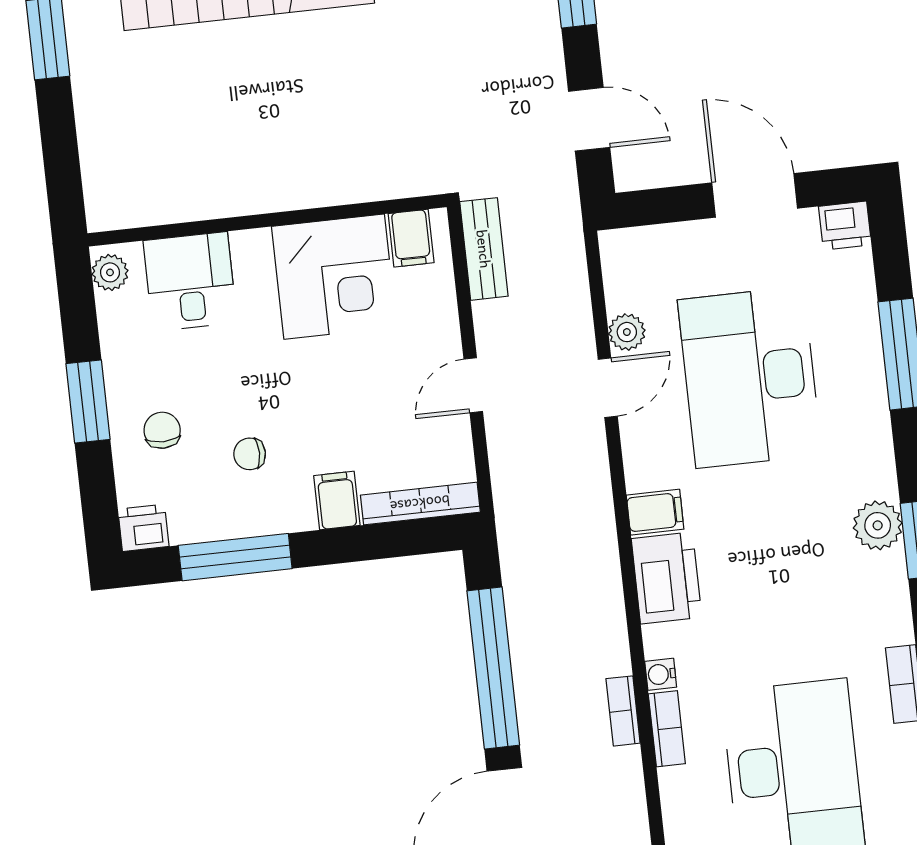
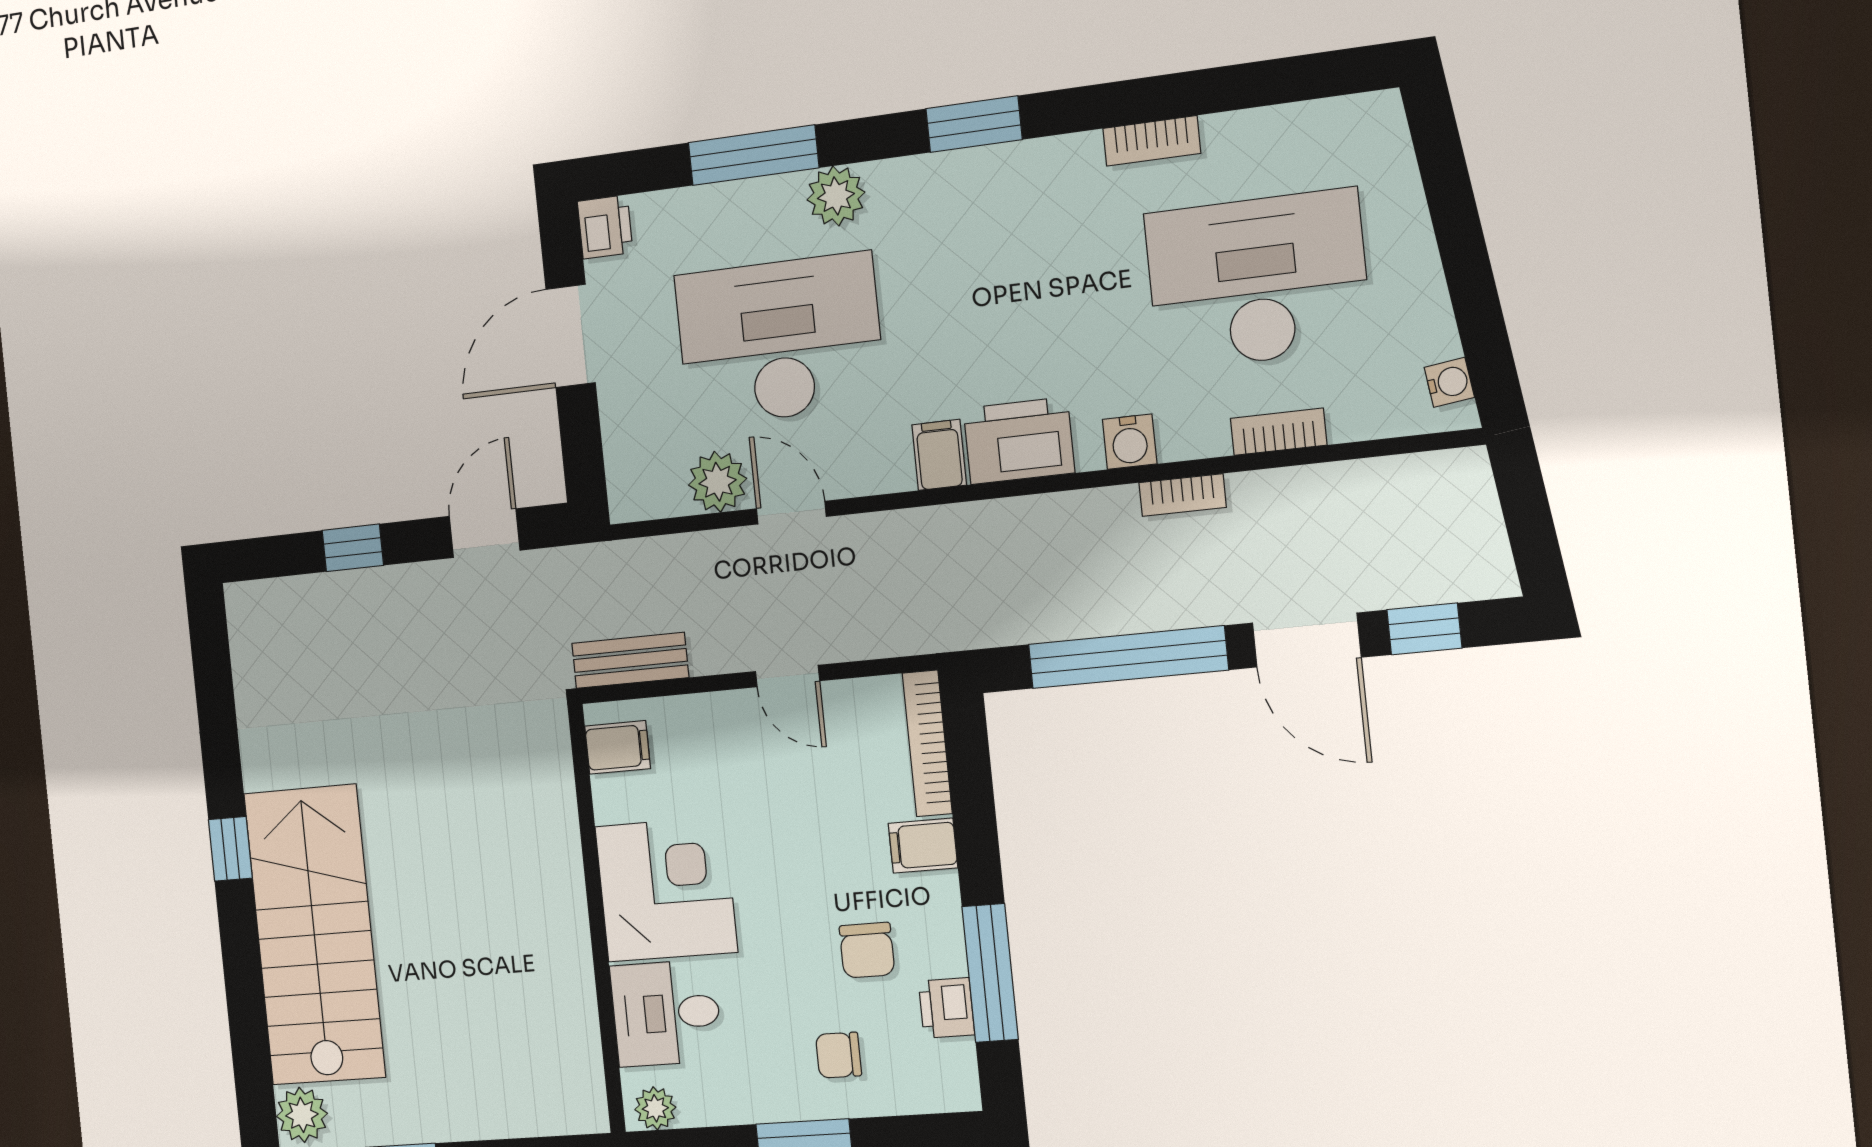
corner desk: (334, 277) -> (666, 889), moved
plant: (627, 332) -> (718, 482), width x1.38, depth x1.38
desk: (750, 377) -> (780, 340), turned 180
chair: (250, 454) -> (867, 950), width x1.37, depth x1.37
plant: (878, 525) -> (836, 196), moved
printer: (143, 528) -> (947, 1008), moved
water cooler: (661, 674) -> (1130, 442), width x1.38, depth x1.38
bookcase: (667, 729) -> (1279, 432), moved

